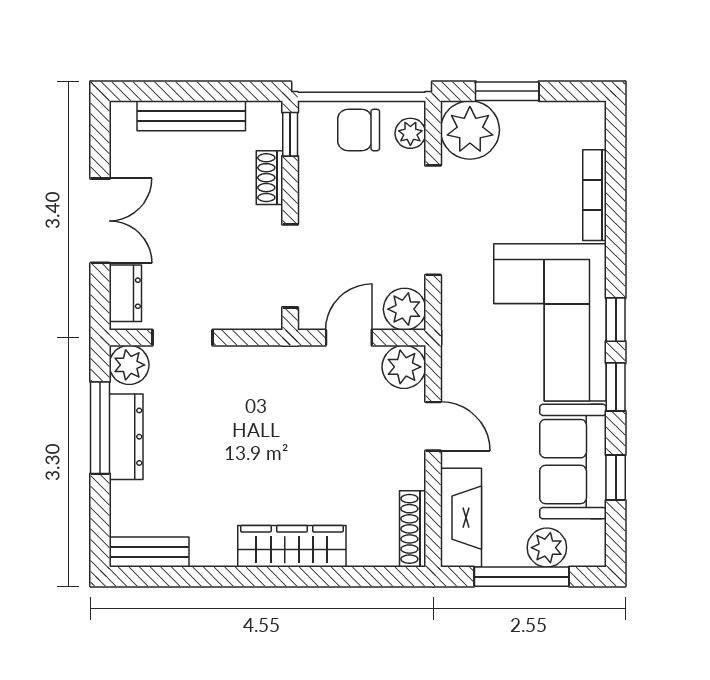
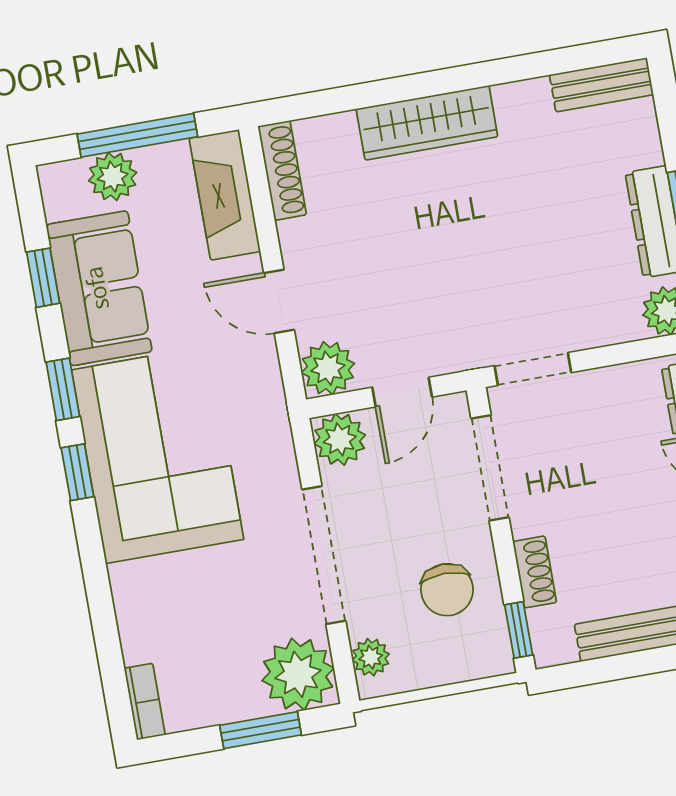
chair: (359, 130) -> (447, 590), moved, turned 90
bookcase: (595, 195) -> (145, 702), moved, width x0.64
doorway: (182, 338) -> (533, 369), moved

